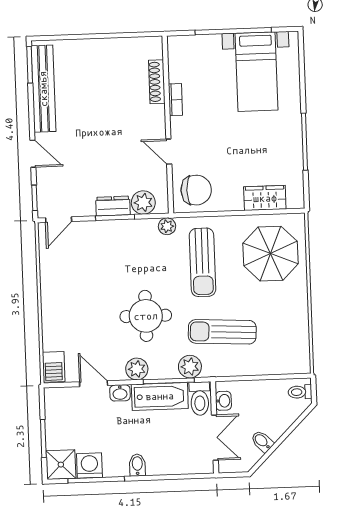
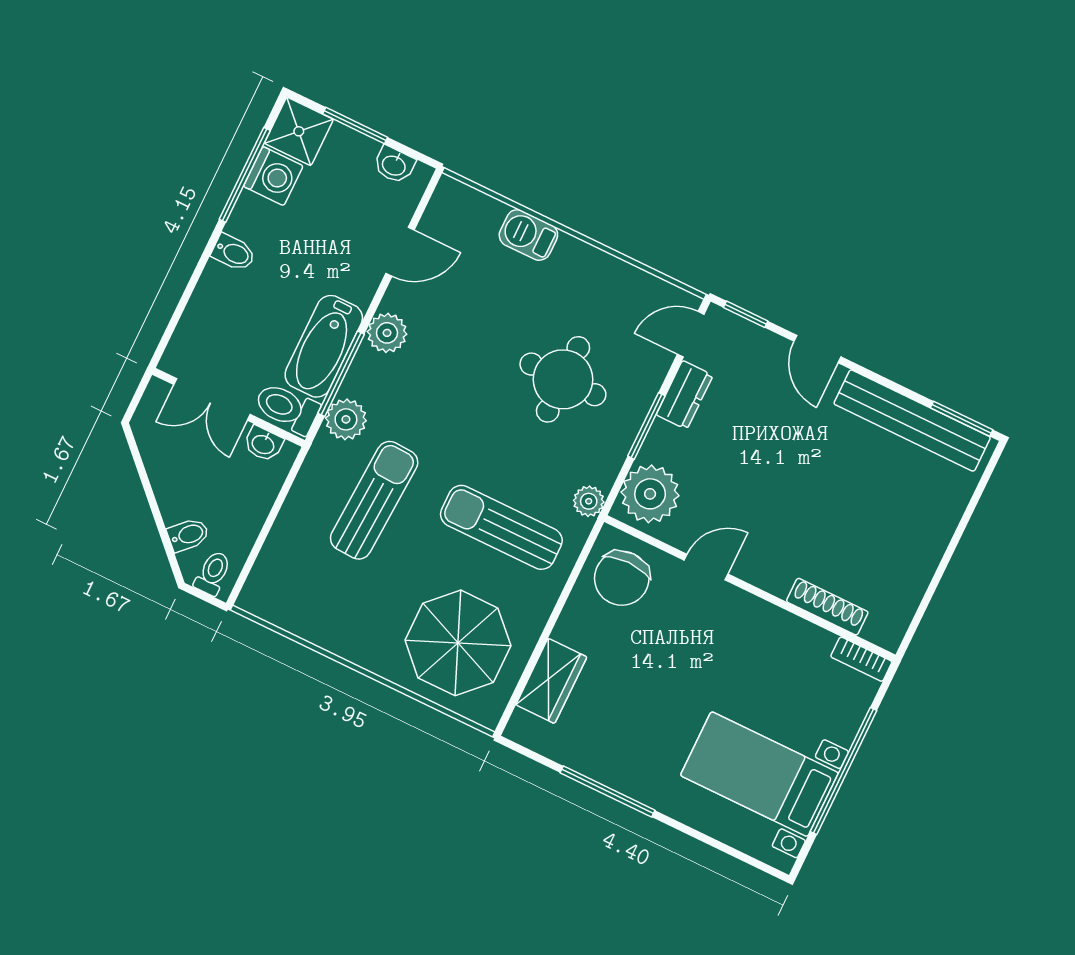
bookcase: (175, 100) -> (861, 659), moved
door: (33, 154) -> (817, 349), hinge flipped
plant: (143, 203) -> (650, 494), width x1.36, depth x1.36
dresser: (113, 206) -> (685, 395), moved
door: (59, 220) -> (691, 334), hinge flipped
round table: (146, 316) -> (563, 379), moved
barbecue: (54, 367) -> (528, 235), moved
washbasin: (120, 393) -> (394, 165), moved, turned -90
bidet: (262, 441) -> (188, 535), moved

